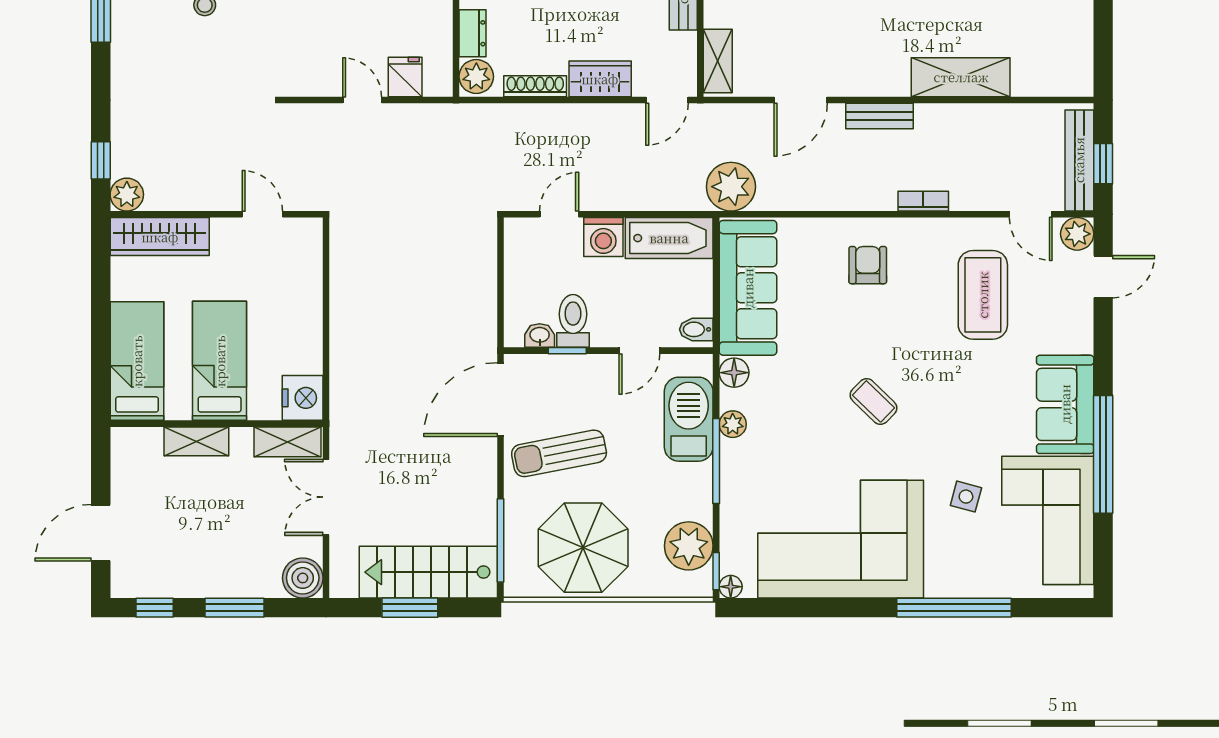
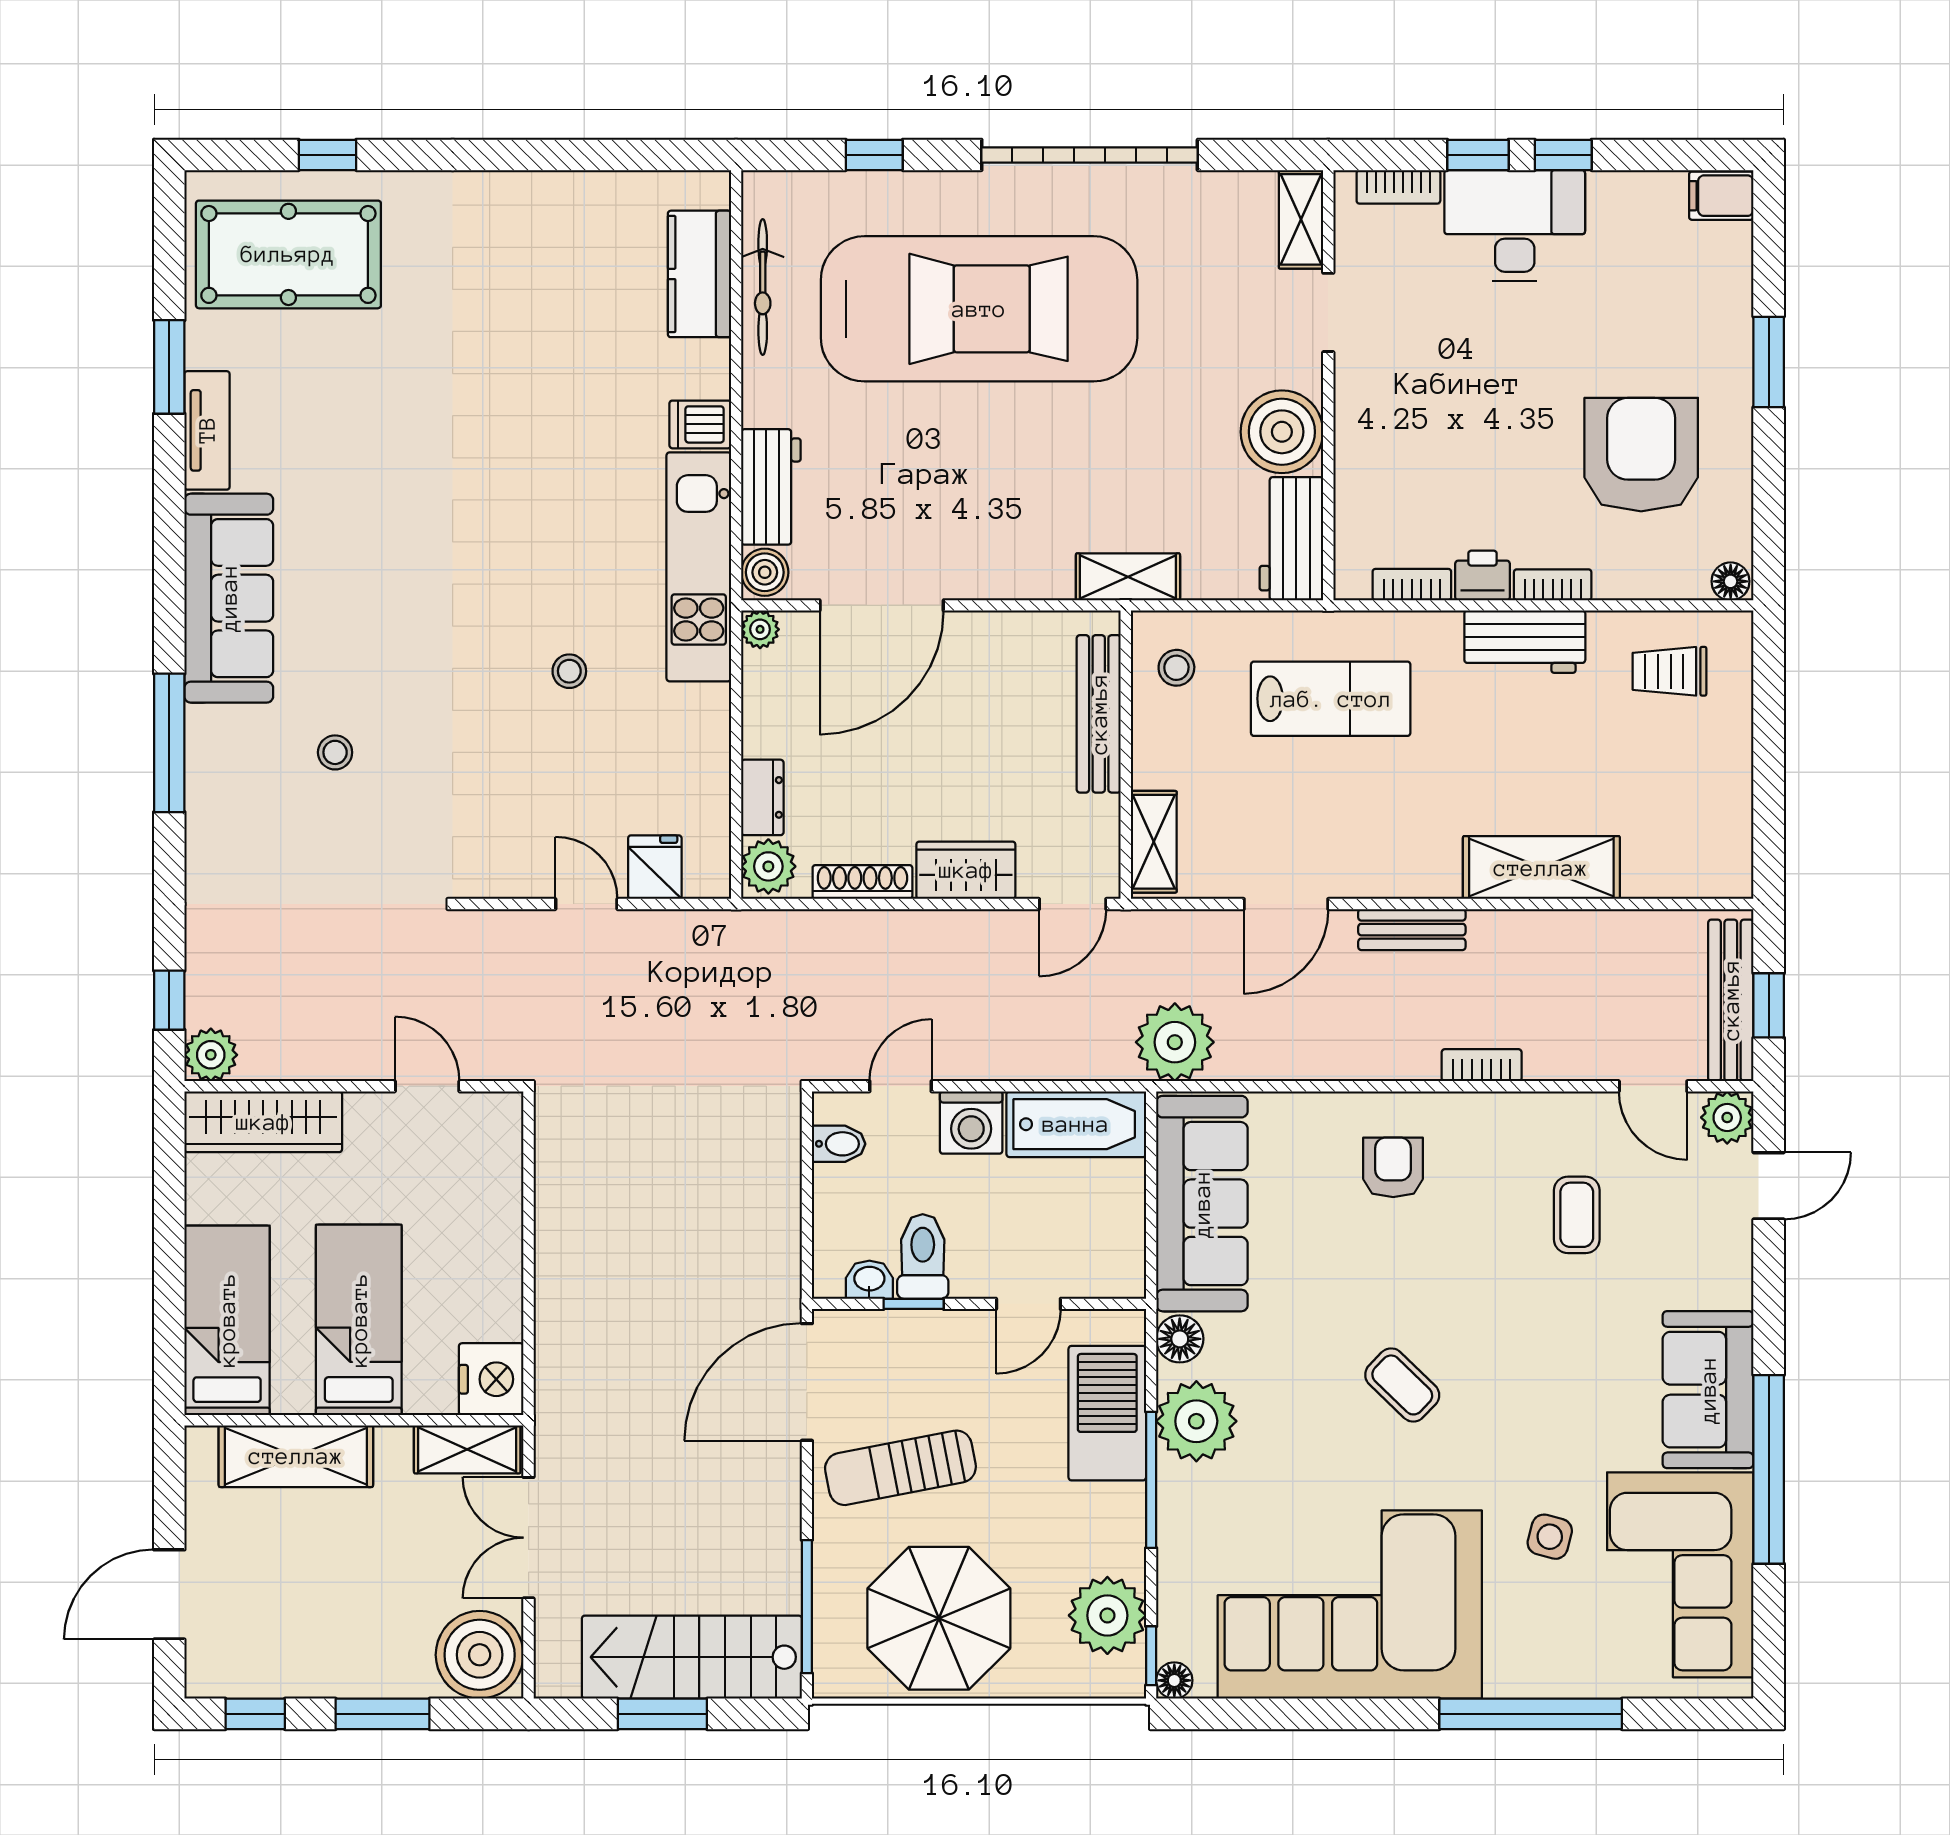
coffee table: (983, 295) -> (1577, 1215), width x0.54, depth x0.58
bidet: (696, 329) -> (839, 1144), moved, turned 180
plant: (733, 424) -> (1196, 1421), width x1.88, depth x1.88
shelving: (196, 441) -> (296, 1456), width x1.50, depth x1.33
boiler: (303, 578) -> (480, 1655), width x1.37, depth x1.37

